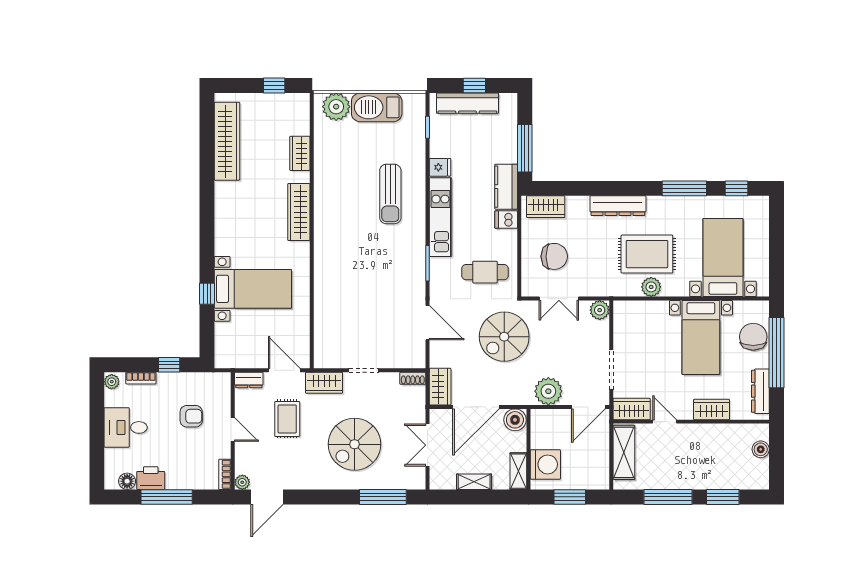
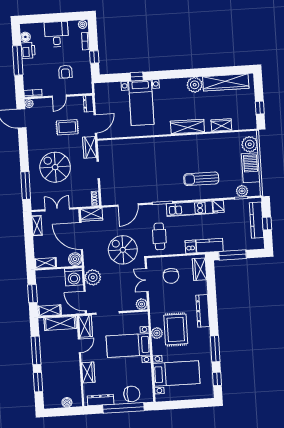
plant: (416, 125) -> (242, 191), added
plant: (228, 195) -> (195, 85), added
bed with nightstands: (701, 338) -> (128, 346), moved
washing machine: (545, 464) -> (74, 277), moved
shelving: (601, 469) -> (50, 310), added
shelving: (474, 482) -> (37, 226), moved

